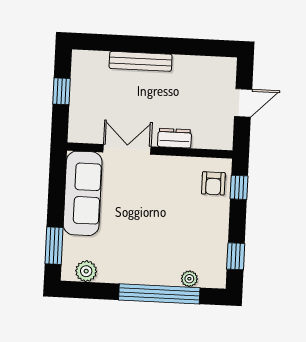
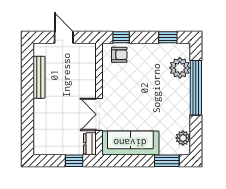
bench: (141, 61) -> (39, 77), moved
window: (61, 91) -> (74, 161), moved
dresser: (175, 138) -> (90, 144), moved
plant: (189, 279) -> (180, 68), width x1.87, depth x1.87

